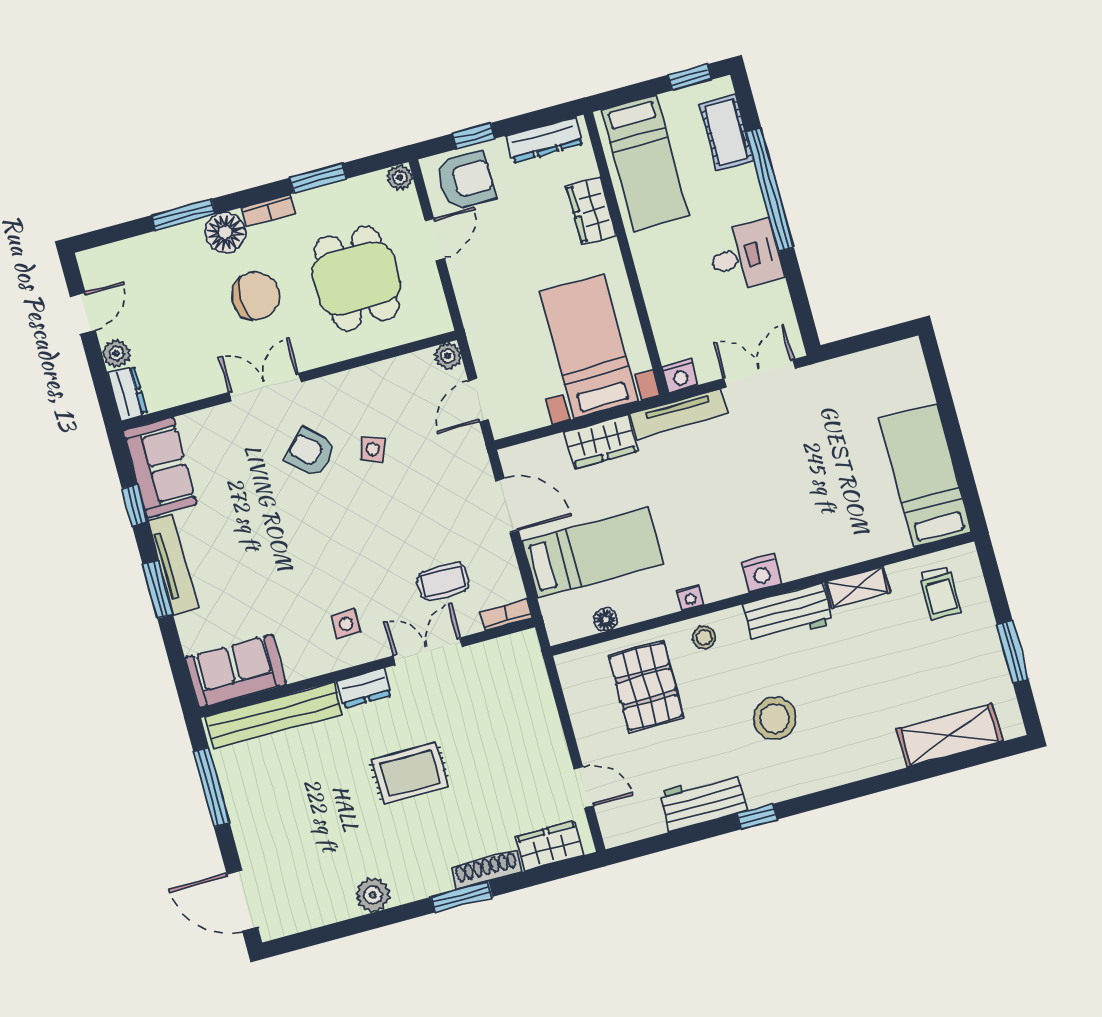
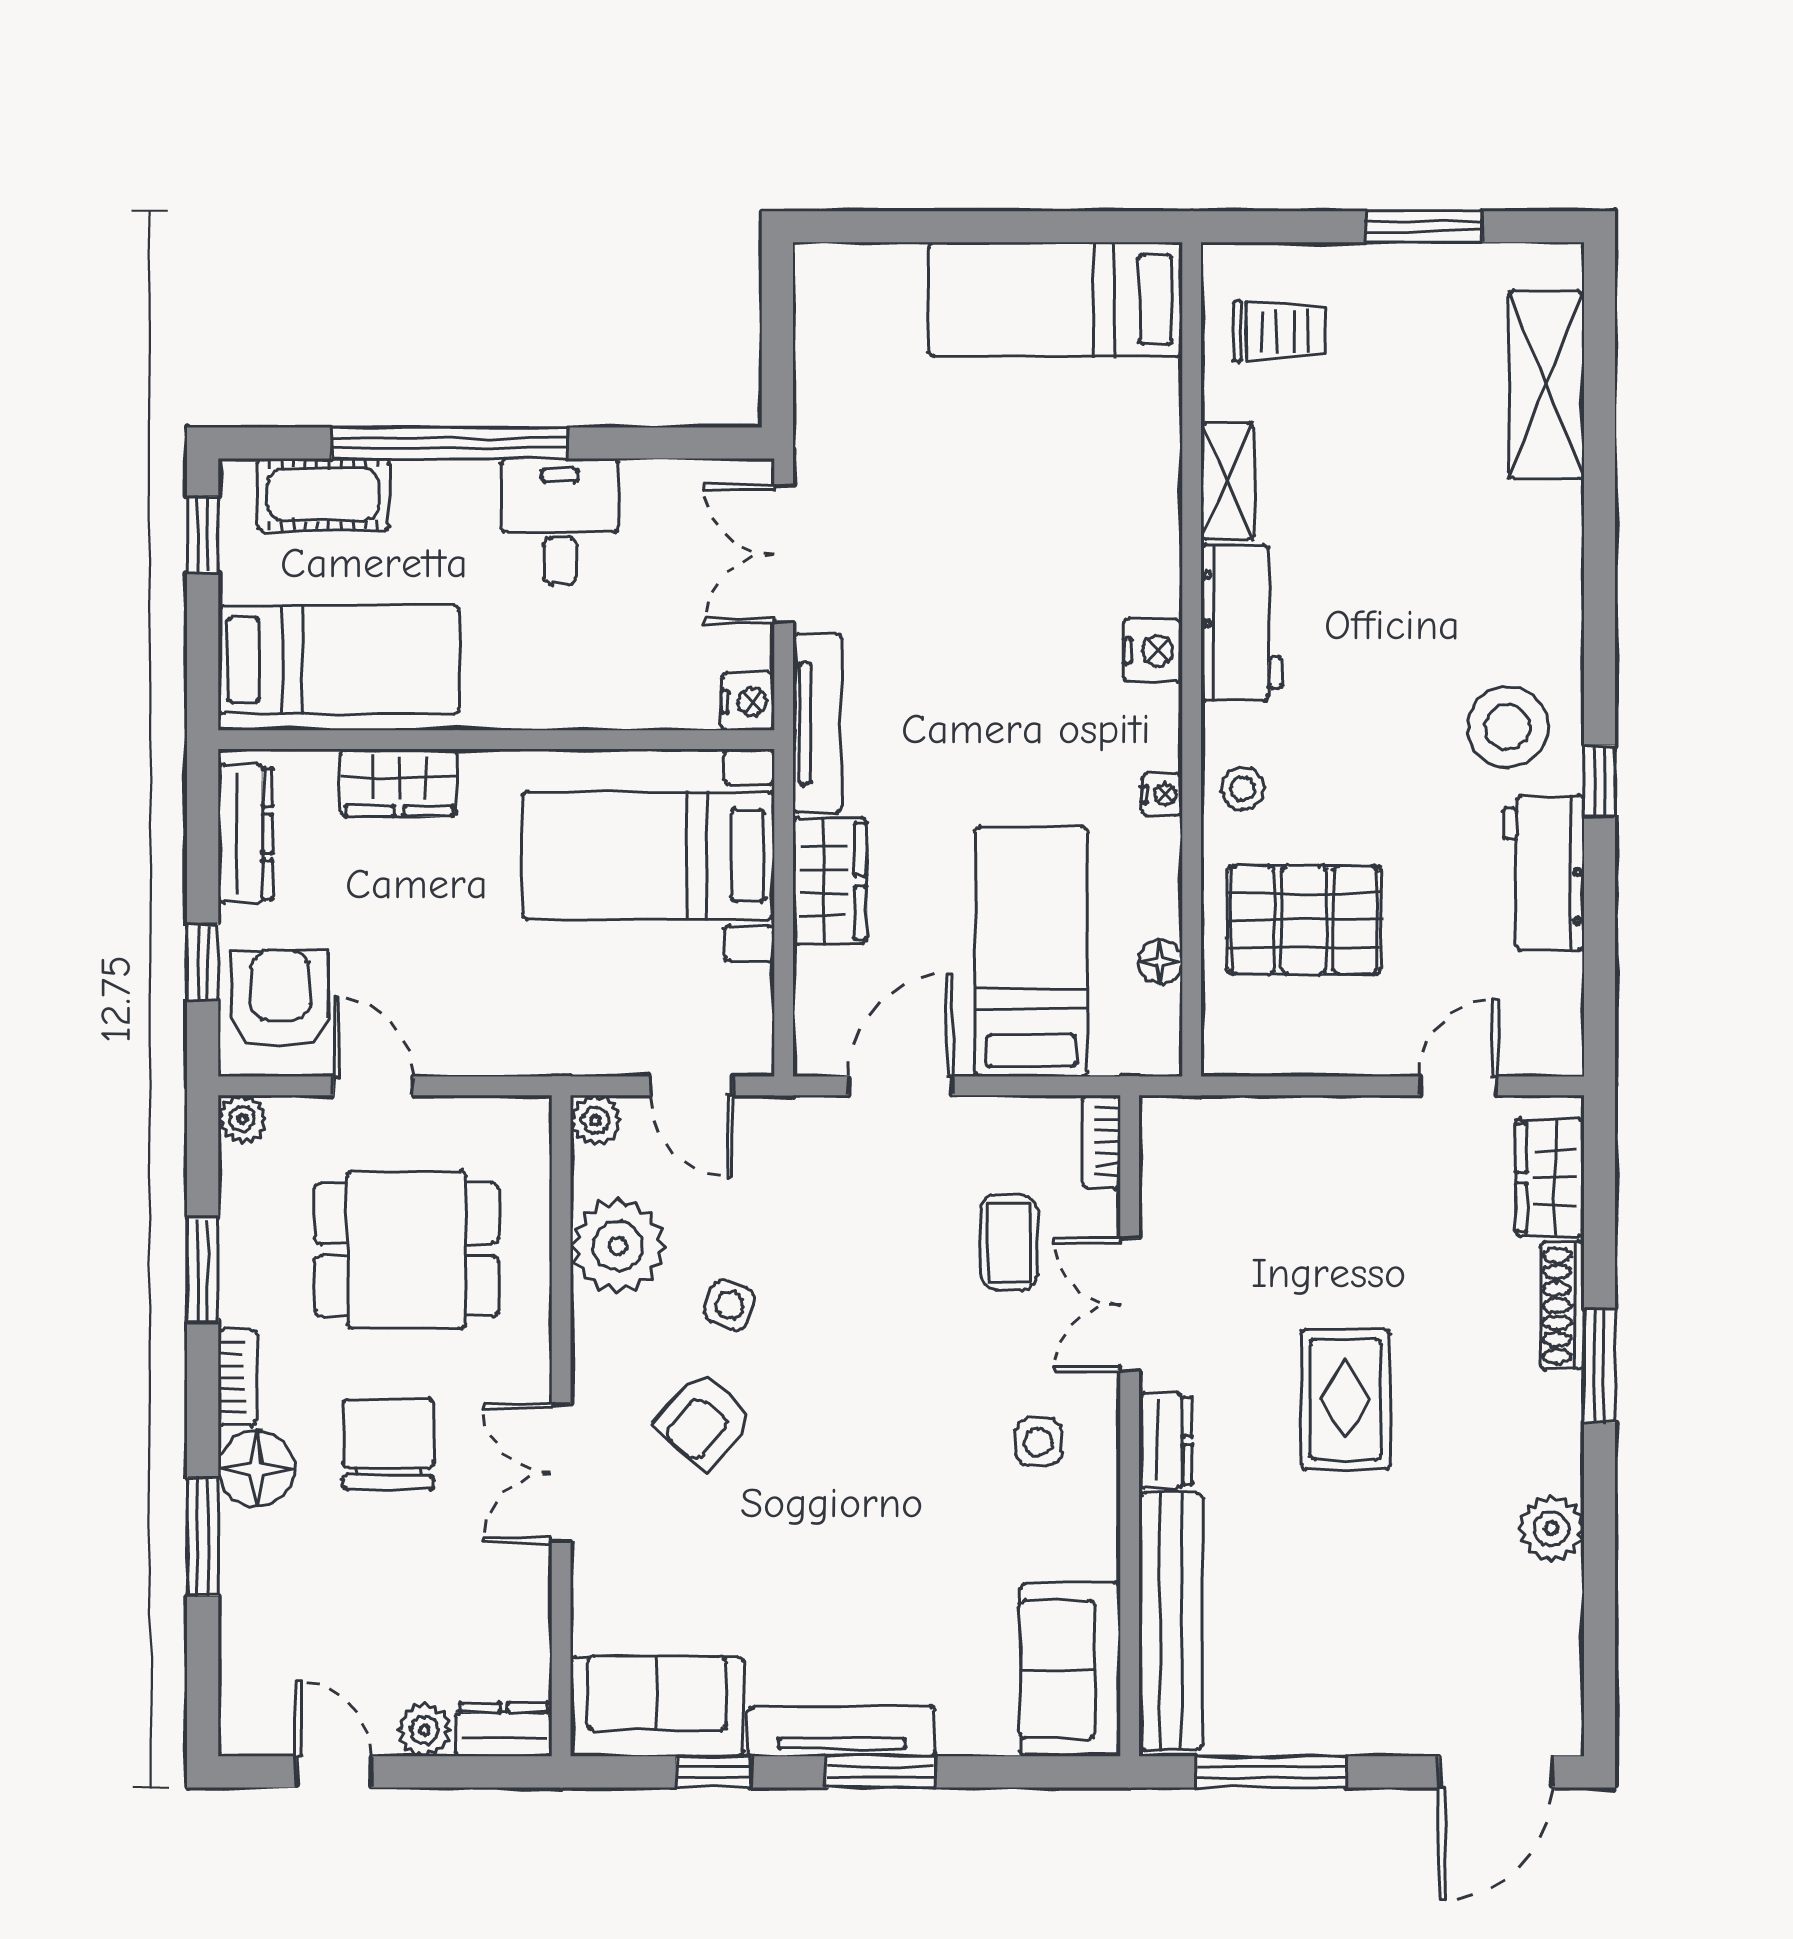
plant: (387, 385) -> (618, 1246), added
stool: (775, 719) -> (1508, 727), moved

